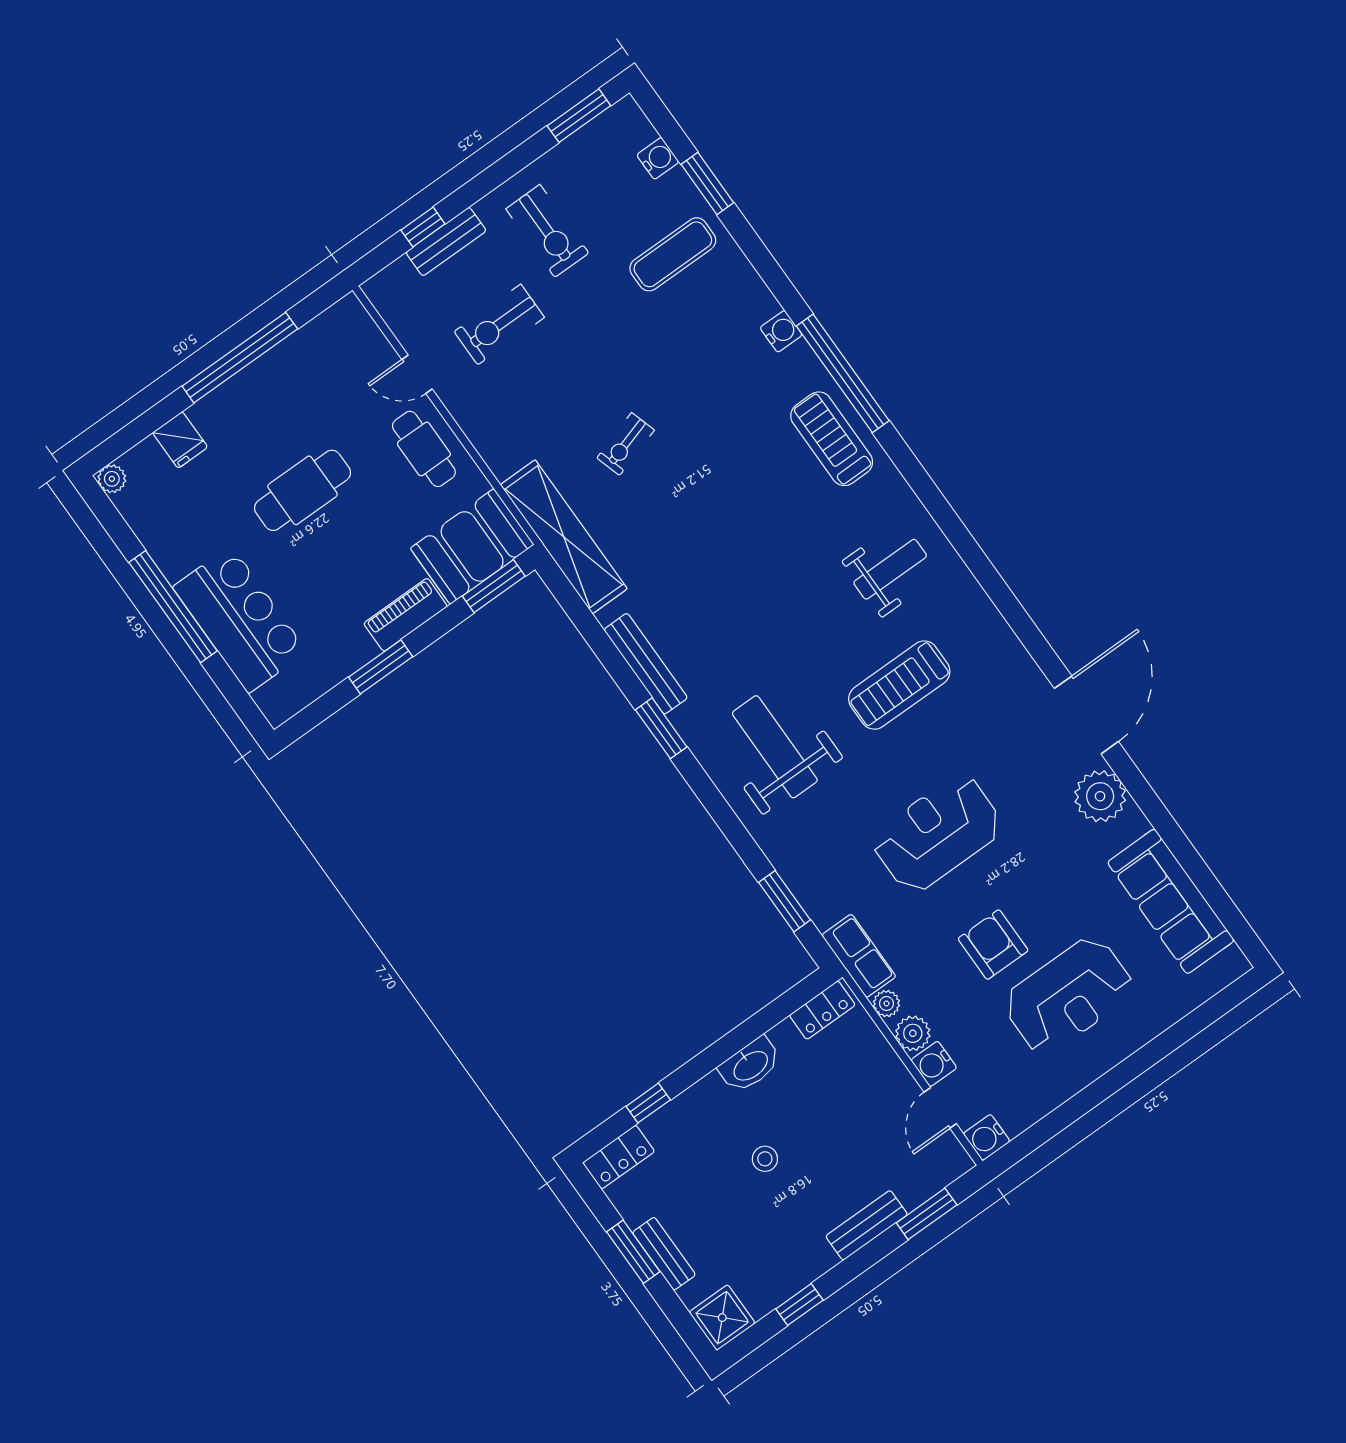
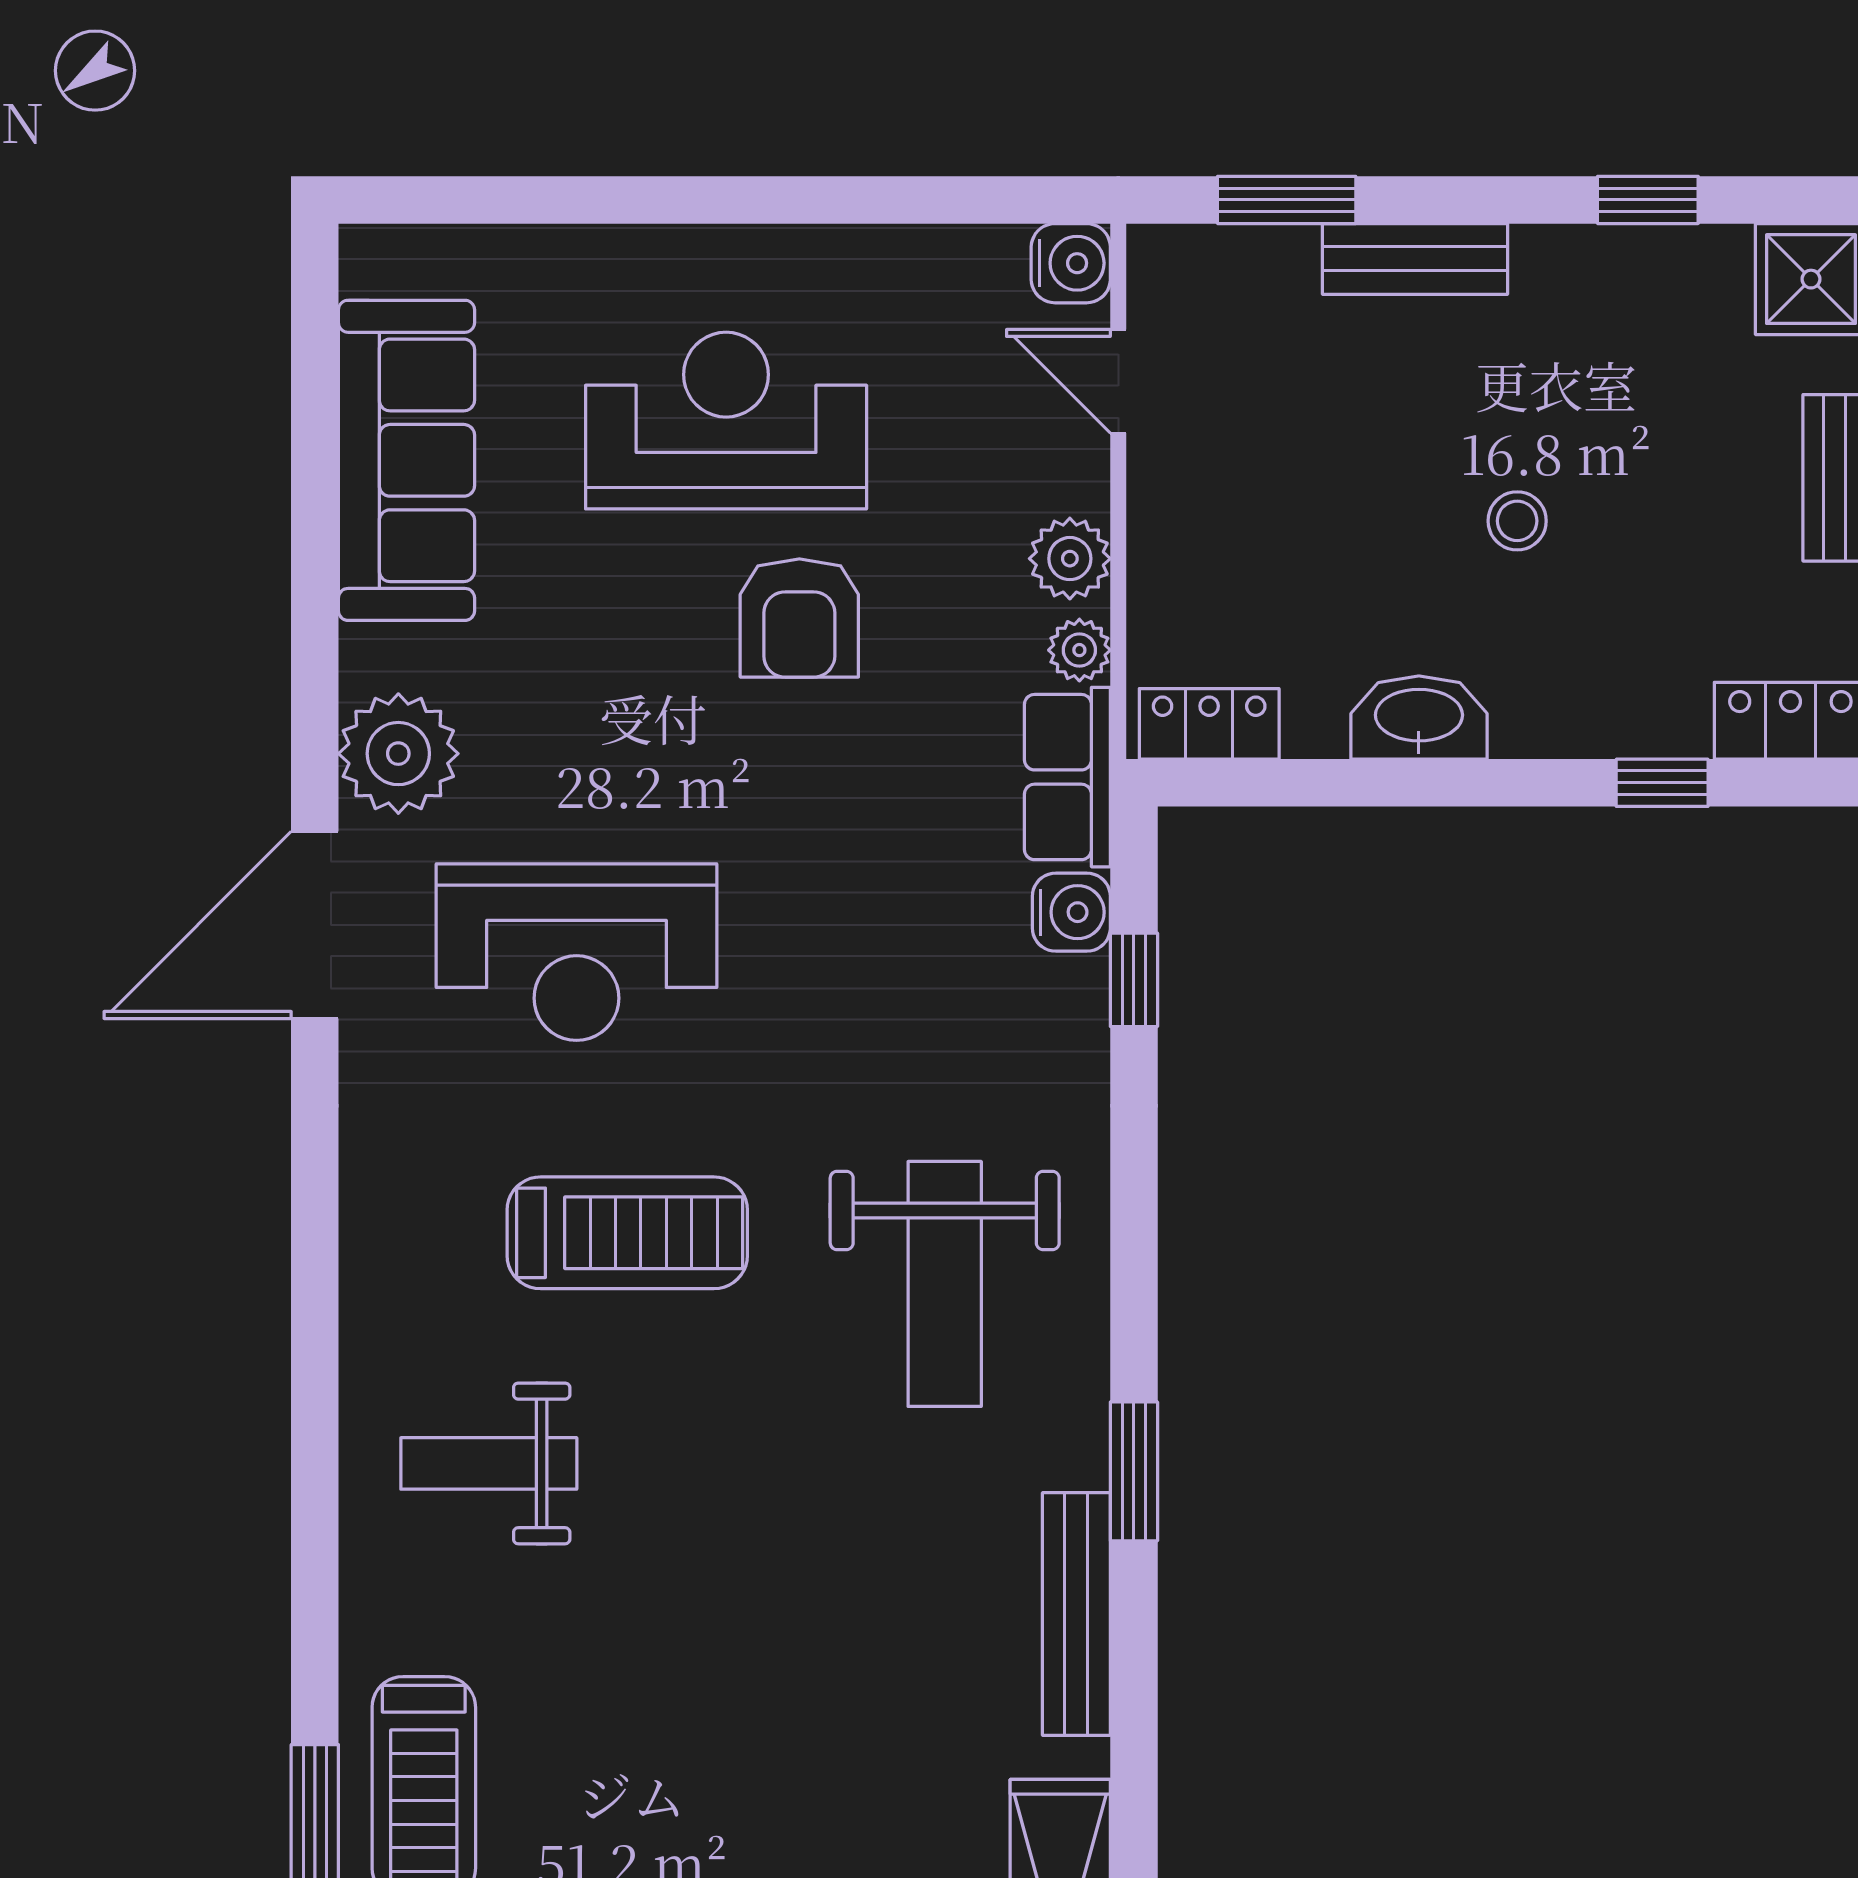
reception desk: (937, 833) -> (576, 952), moved
window: (785, 901) -> (1134, 980), width x0.67
water cooler: (934, 1064) -> (1071, 912), moved
door: (940, 1108) -> (1118, 381), swing flipped

